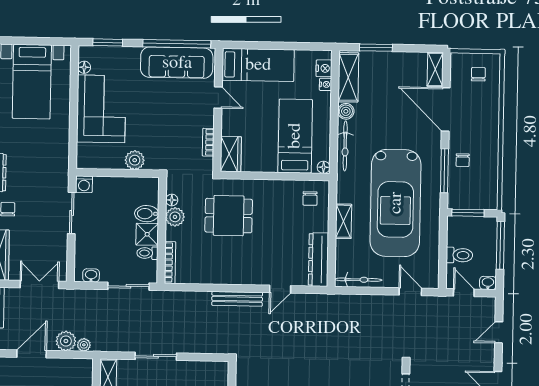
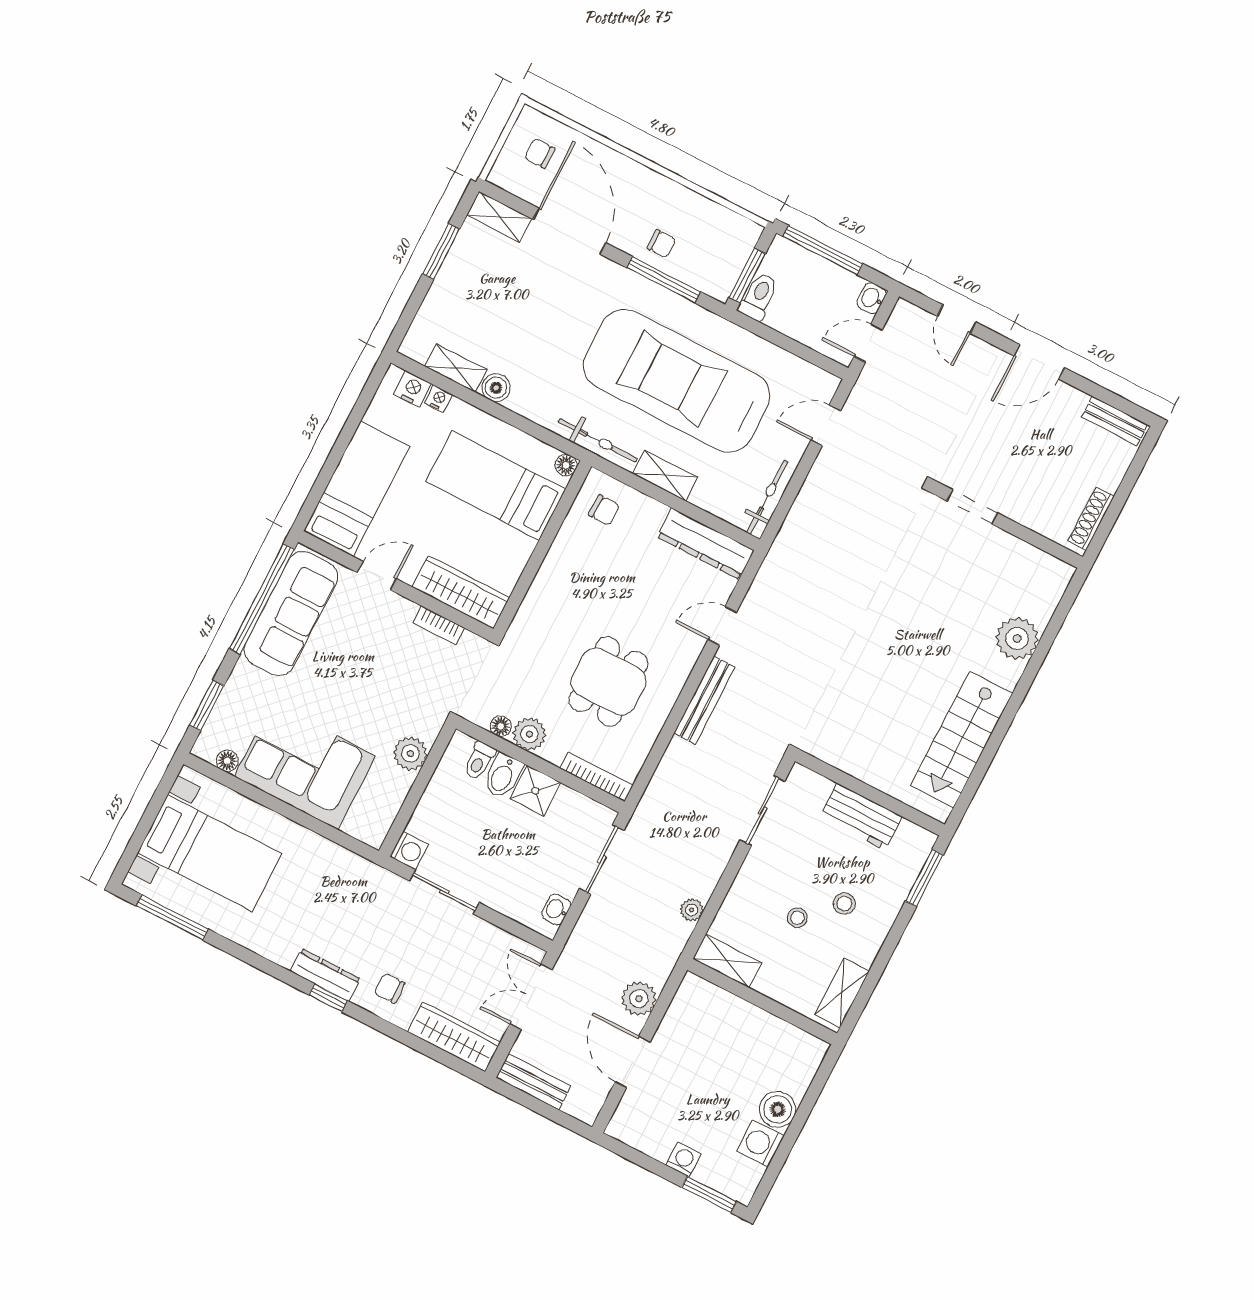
window: (376, 48) -> (441, 252), moved
shelving: (348, 77) -> (456, 368), width x0.67, depth x0.75
door: (446, 109) -> (569, 231), swing flipped
bicycle: (345, 146) -> (598, 440), moved
wardrobe: (231, 154) -> (461, 592), width x1.50
car: (396, 203) -> (677, 381), turned 180
dining table: (229, 216) -> (608, 681), moved
toilet: (147, 253) -> (479, 761), moved
toilet: (459, 255) -> (759, 296), moved
door: (280, 289) -> (722, 626), swing flipped
plant: (84, 345) -> (692, 910), moved
sliding door: (156, 356) -> (762, 811), moved

